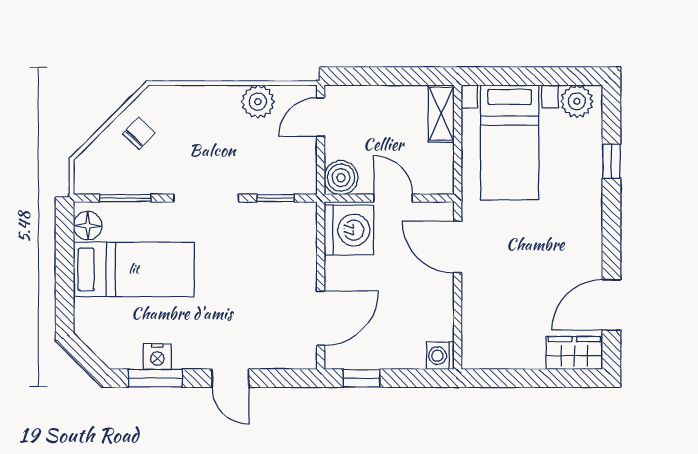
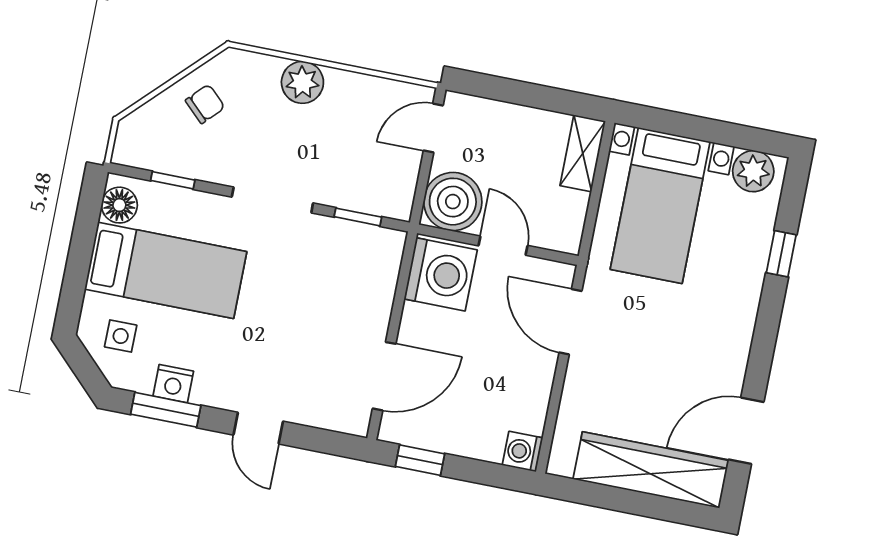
plant: (258, 102) -> (302, 82), moved
boiler: (341, 178) -> (453, 202), width x1.37, depth x1.37
window: (125, 198) -> (173, 180), width x0.67
side table: (109, 328) -> (121, 336), added
wardrobe: (574, 353) -> (651, 470), width x2.10, depth x1.17

